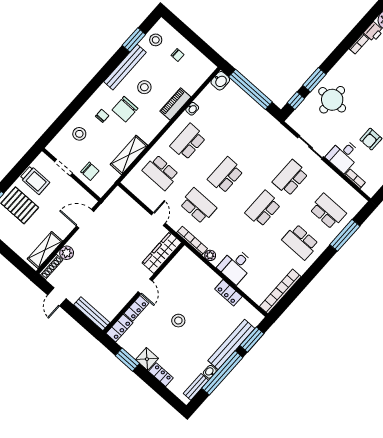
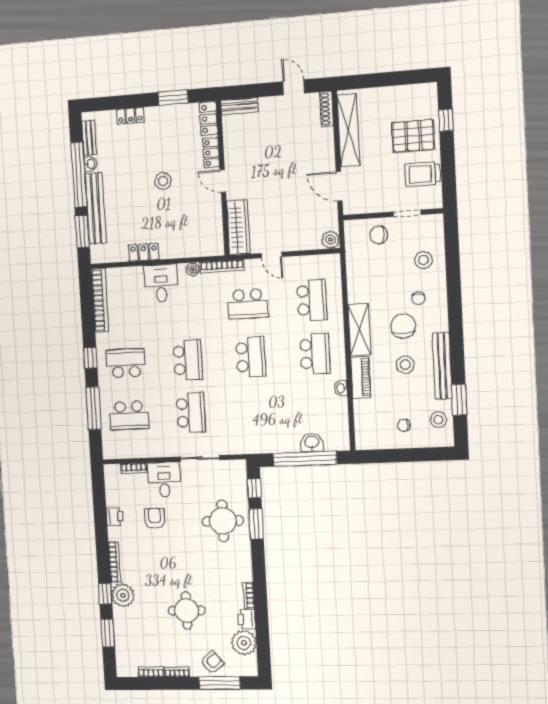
washbasin: (220, 81) -> (312, 443), moved, turned 90
shelving: (129, 155) -> (359, 330), moved
school desk: (161, 172) -> (312, 300), turned 90
door: (85, 219) -> (339, 186), swing flipped
shelving: (45, 250) -> (348, 130), width x1.47
plant: (67, 253) -> (330, 240), moved
window: (318, 265) -> (90, 358), added
bench: (92, 314) -> (240, 106), width x0.73
shower: (147, 359) -> (156, 117), removed

